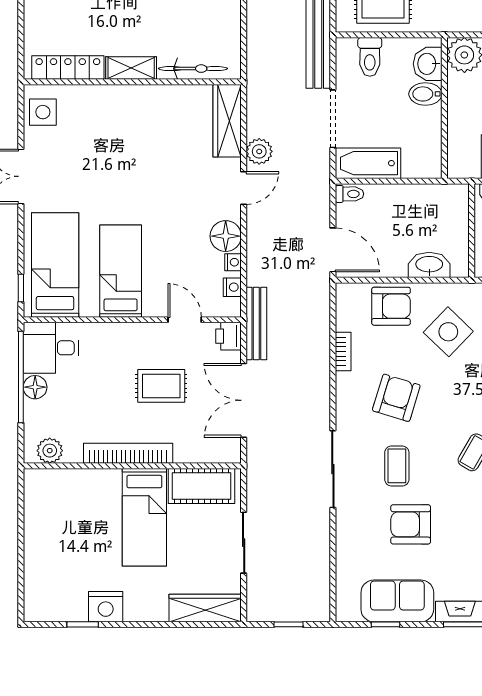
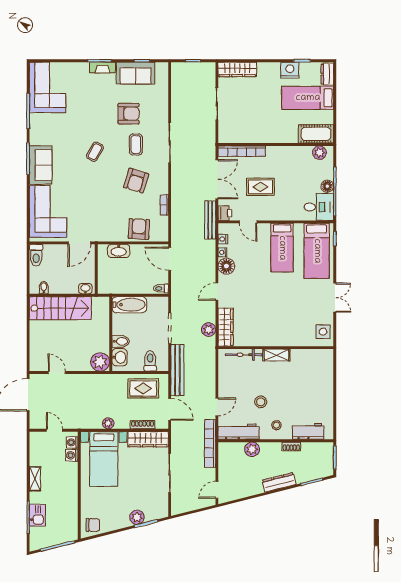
locker: (68, 68) -> (310, 355), removed
plant: (259, 151) -> (209, 330), moved
bathtub: (368, 163) -> (129, 305), moved
armchair: (391, 306) -> (139, 229), turned 93
side table: (448, 332) -> (109, 215), removed
bookcase: (128, 453) -> (242, 151), moved
cot: (201, 486) -> (316, 134), moved
bed: (144, 517) -> (308, 98), moved, turned -90
dresser: (35, 599) -> (327, 74), added

